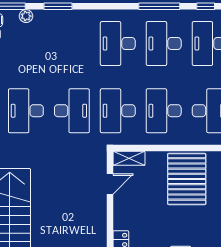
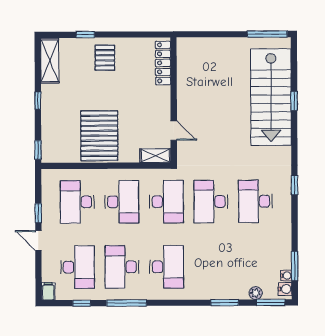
desk: (164, 44) -> (122, 267), turned 180
desk: (26, 111) -> (255, 201), turned 180
door: (110, 184) -> (174, 131), swing flipped

